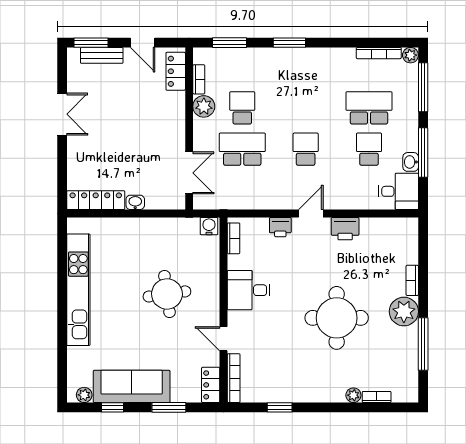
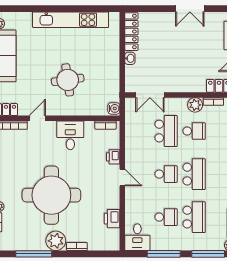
school desk: (306, 108) -> (194, 174), added
washbasin: (411, 162) -> (157, 245), removed
printer: (345, 229) -> (112, 219), moved
round table: (337, 318) -> (51, 195), width x1.36, depth x1.36

